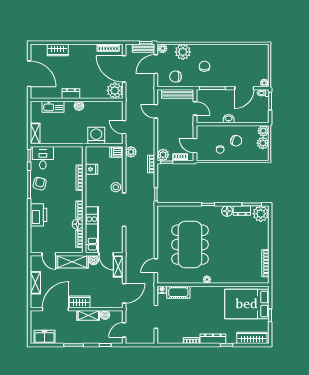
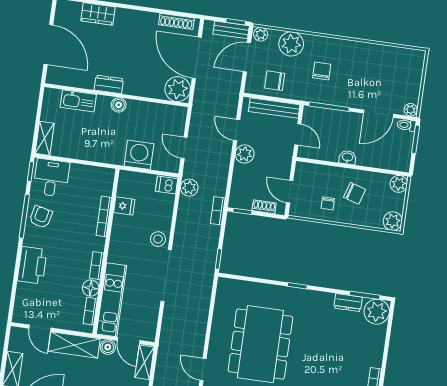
plant: (263, 143) -> (393, 221), moved
plant: (163, 155) -> (245, 154), moved
floor lamp: (227, 211) -> (325, 300), removed
door: (156, 266) -> (203, 369), hinge flipped

